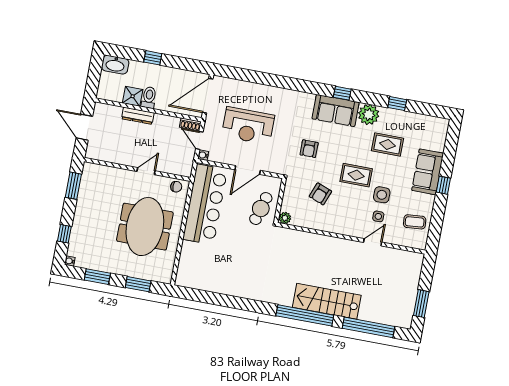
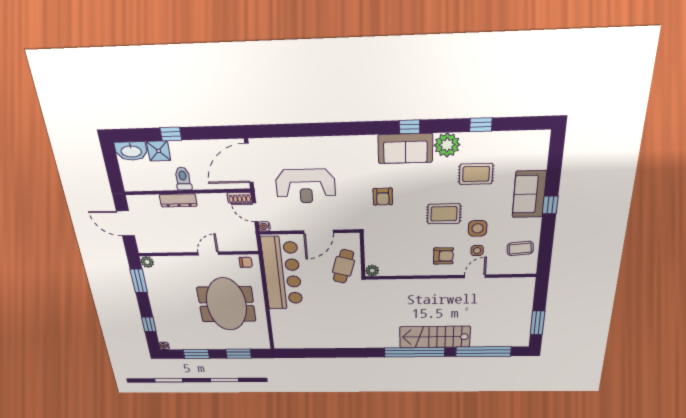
shower: (133, 96) -> (159, 151), moved
plant: (89, 168) -> (147, 262), added
armchair: (320, 194) -> (443, 256), moved, turned -111

